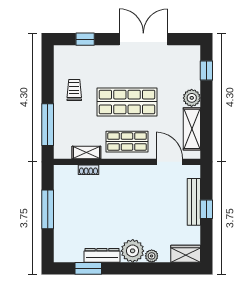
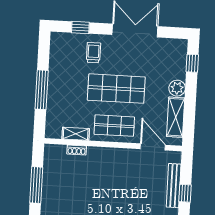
trolley: (74, 90) -> (93, 53), moved
window: (48, 125) -> (42, 90), moved

